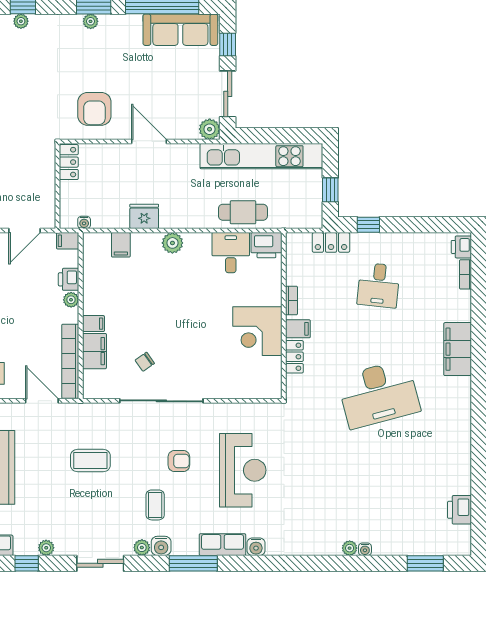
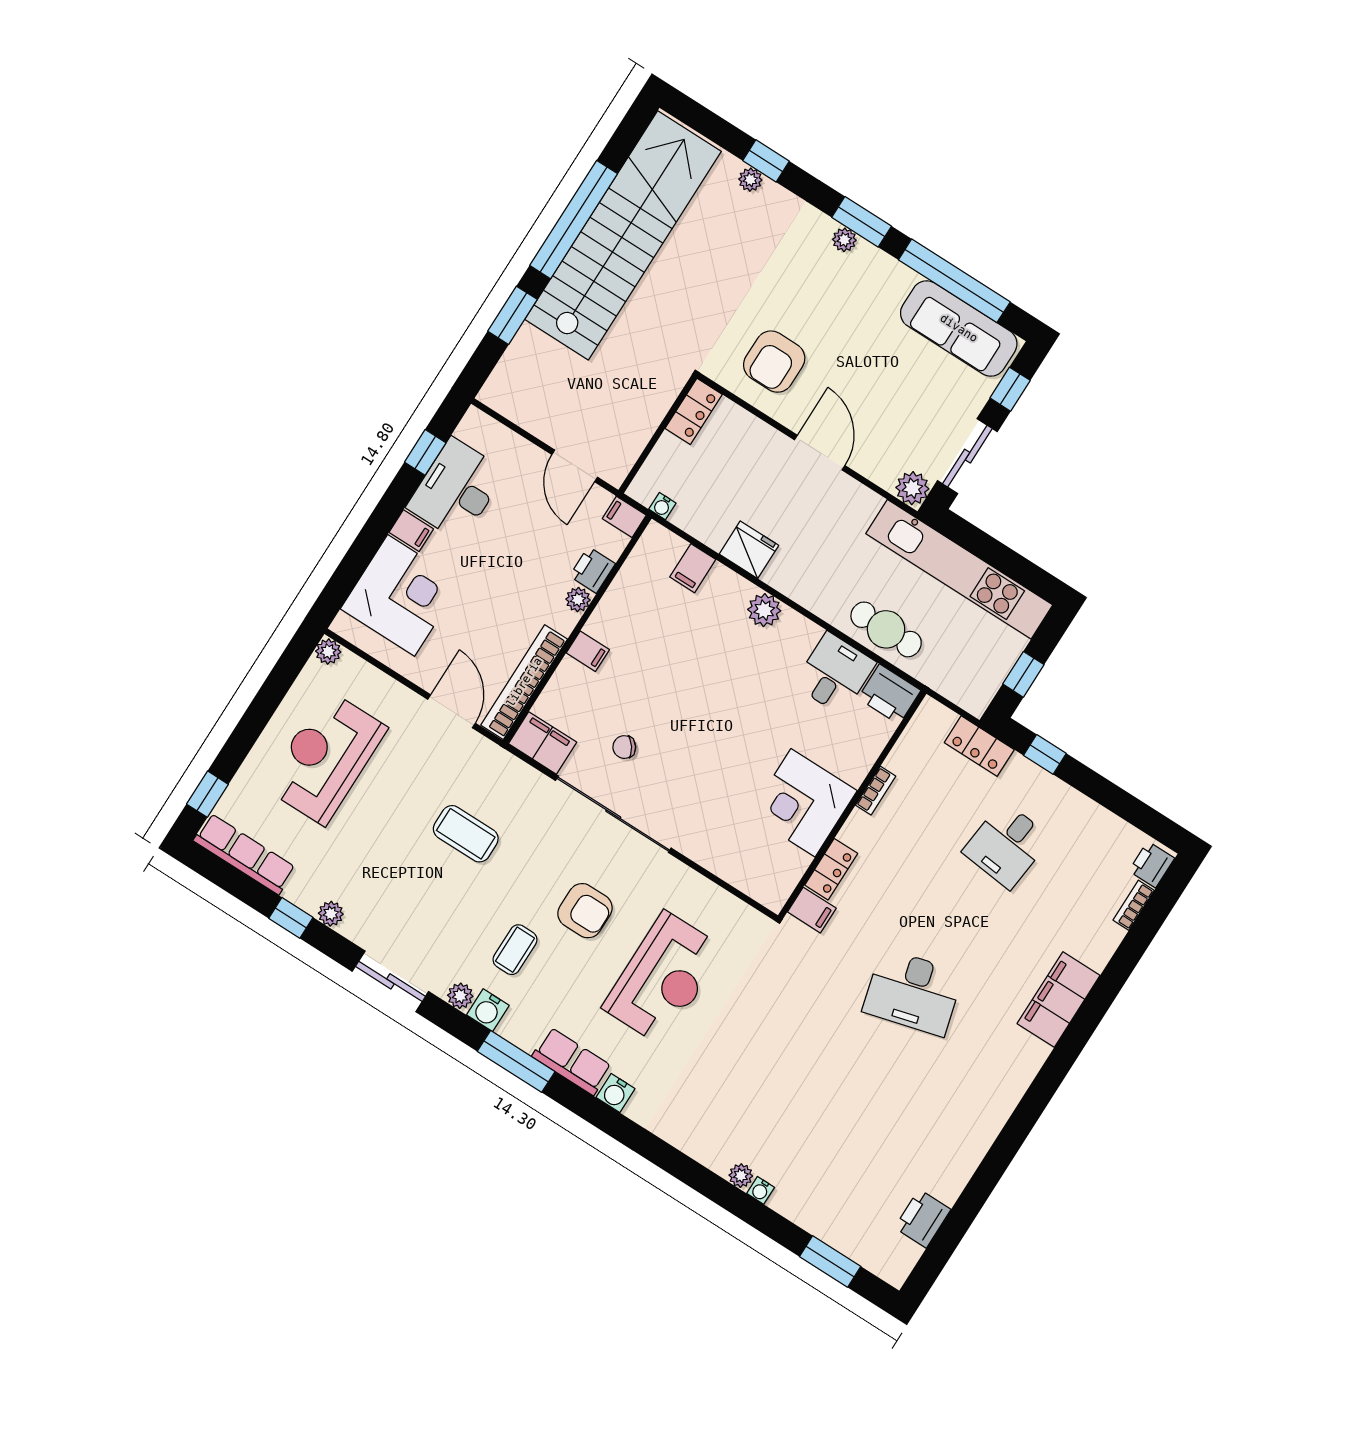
door: (24, 231) -> (575, 466), hinge flipped
filing cabinet: (298, 329) -> (812, 910), moved
filing cabinet: (94, 351) -> (543, 743), moved, turned -90
desk: (379, 394) -> (913, 992), width x0.73, depth x0.77
armchair: (179, 461) -> (585, 911), width x1.38, depth x1.38

